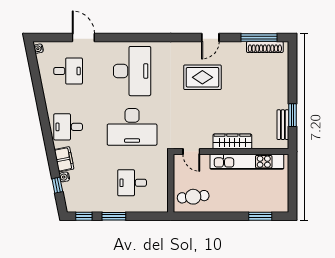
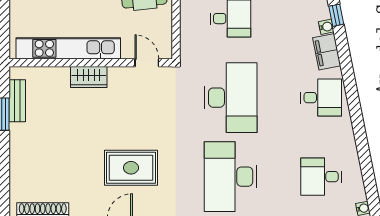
desk: (132, 127) -> (231, 98), turned 90
wardrobe: (232, 141) -> (89, 77), width x0.67

